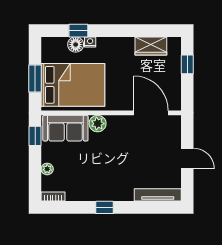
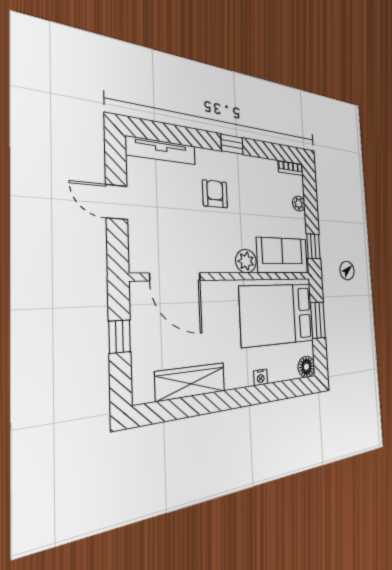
window: (78, 31) -> (275, 391), removed
floor lamp: (76, 45) -> (306, 367), moved
wardrobe: (151, 46) -> (191, 382), width x1.50
window: (187, 64) -> (120, 337), moved
armchair: (120, 170) -> (215, 194), added

